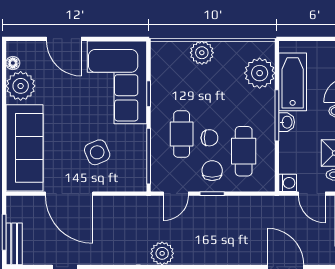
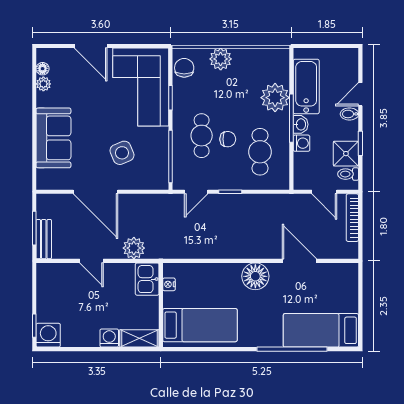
plant: (260, 73) -> (275, 98), moved
plant: (21, 86) -> (43, 84), width x0.53, depth x0.53
sofa: (24, 148) -> (53, 138), width x0.73
chair: (212, 171) -> (184, 68), moved
washing machine: (288, 183) -> (301, 143), moved
plant: (162, 253) -> (134, 248), moved

